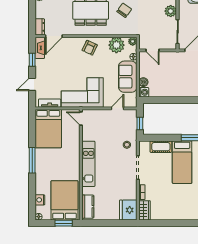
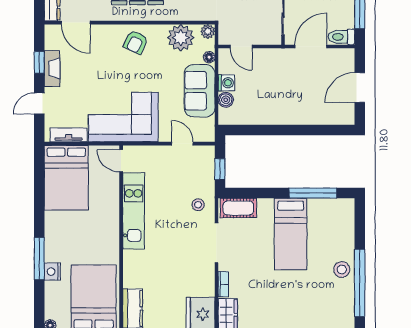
door: (54, 36) -> (76, 23), hinge flipped
fireplace: (40, 48) -> (52, 68), moved
washing machine: (144, 92) -> (226, 83), moved
door: (117, 108) -> (182, 144), hinge flipped
cot: (161, 147) -> (238, 208), moved
window: (32, 160) -> (39, 259), moved
kitchen unit: (88, 164) -> (134, 211), moved
nightstand: (40, 200) -> (52, 272), moved

